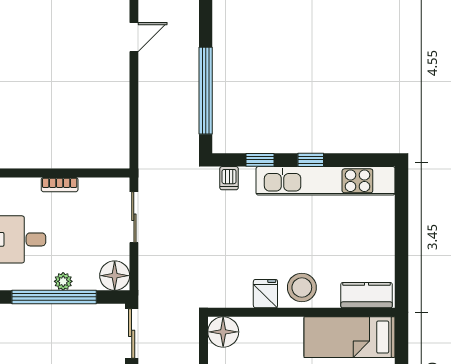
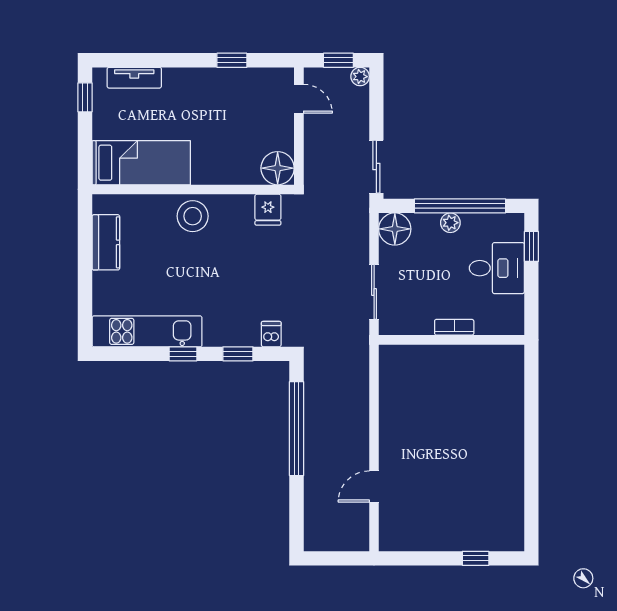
kitchen unit: (326, 181) -> (147, 331), width x0.73
fridge: (265, 294) -> (268, 210), moved
kitchen counter: (367, 295) -> (106, 242), moved, turned -90

